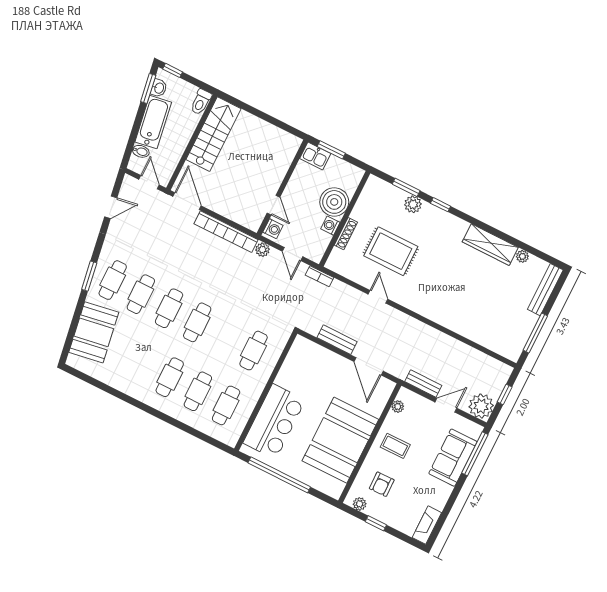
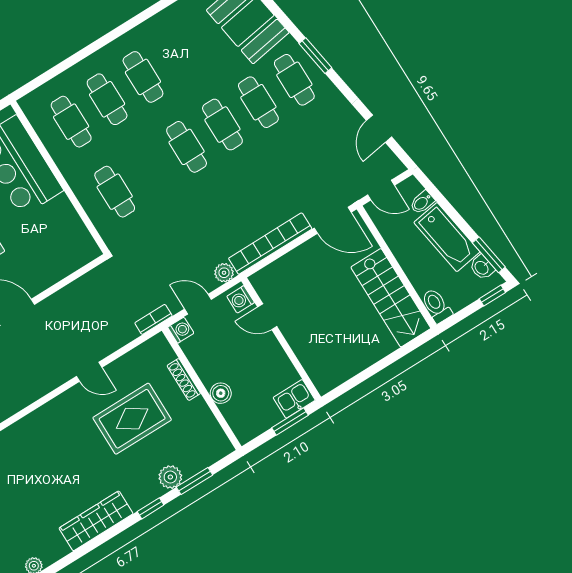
boiler: (334, 202) -> (221, 393), width x0.54, depth x0.54
washing machine: (330, 226) -> (181, 330), moved
wardrobe: (490, 245) -> (96, 521), moved
bench: (337, 340) -> (69, 295), removed

